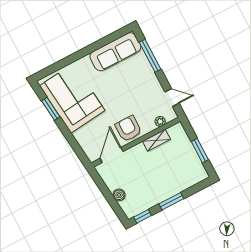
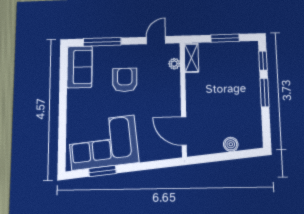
sofa: (115, 52) -> (80, 67), width x0.73
armchair: (128, 129) -> (125, 80), moved, turned 90
shelving: (156, 140) -> (191, 58), moved
window: (143, 216) -> (263, 61), moved

